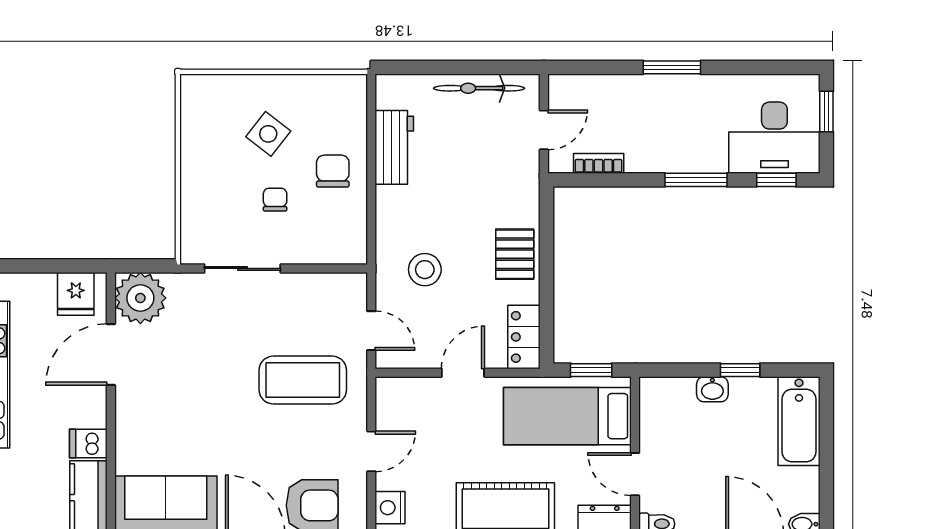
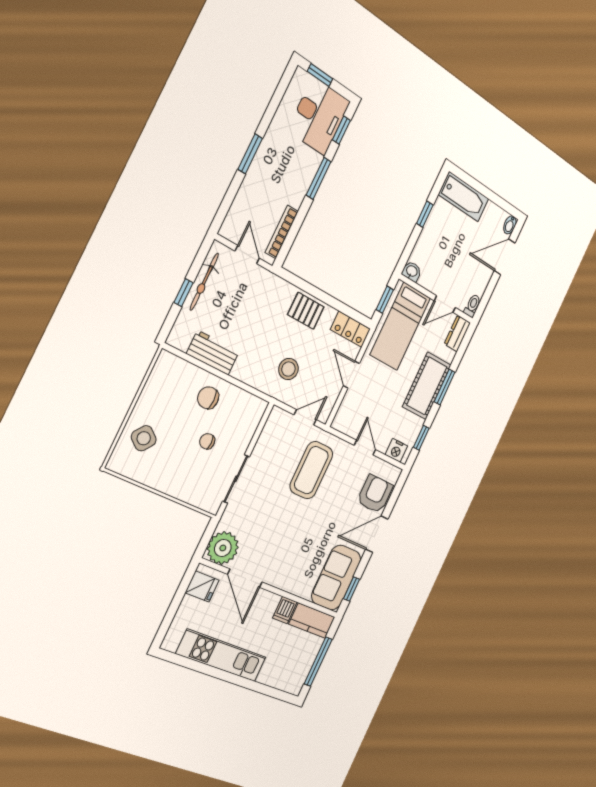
window: (451, 67) -> (184, 293), added
side table: (268, 134) -> (144, 438), moved
bookcase: (599, 163) -> (282, 232), width x1.56
washbasin: (712, 389) -> (412, 271), moved, turned -90

